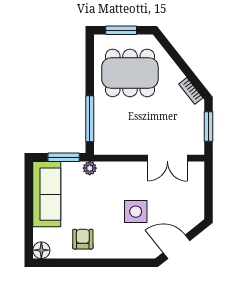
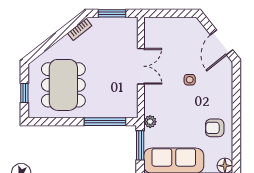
window: (121, 30) -> (24, 93), width x0.67
double door: (167, 158) -> (141, 66), moved
side table: (136, 212) -> (190, 80), width x0.54, depth x0.54

